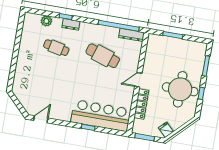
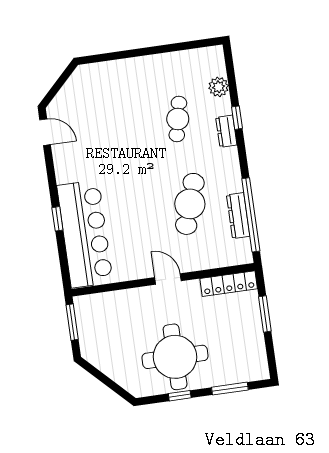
dresser: (131, 35) -> (238, 216), moved
locker: (141, 104) -> (229, 284), moved
fridge: (166, 130) -> (97, 355), removed

